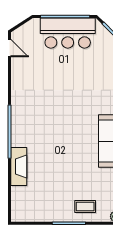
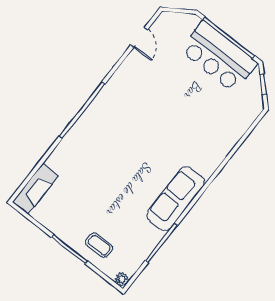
door: (10, 48) -> (139, 37), moved
fireplace: (19, 166) -> (35, 189), moved

